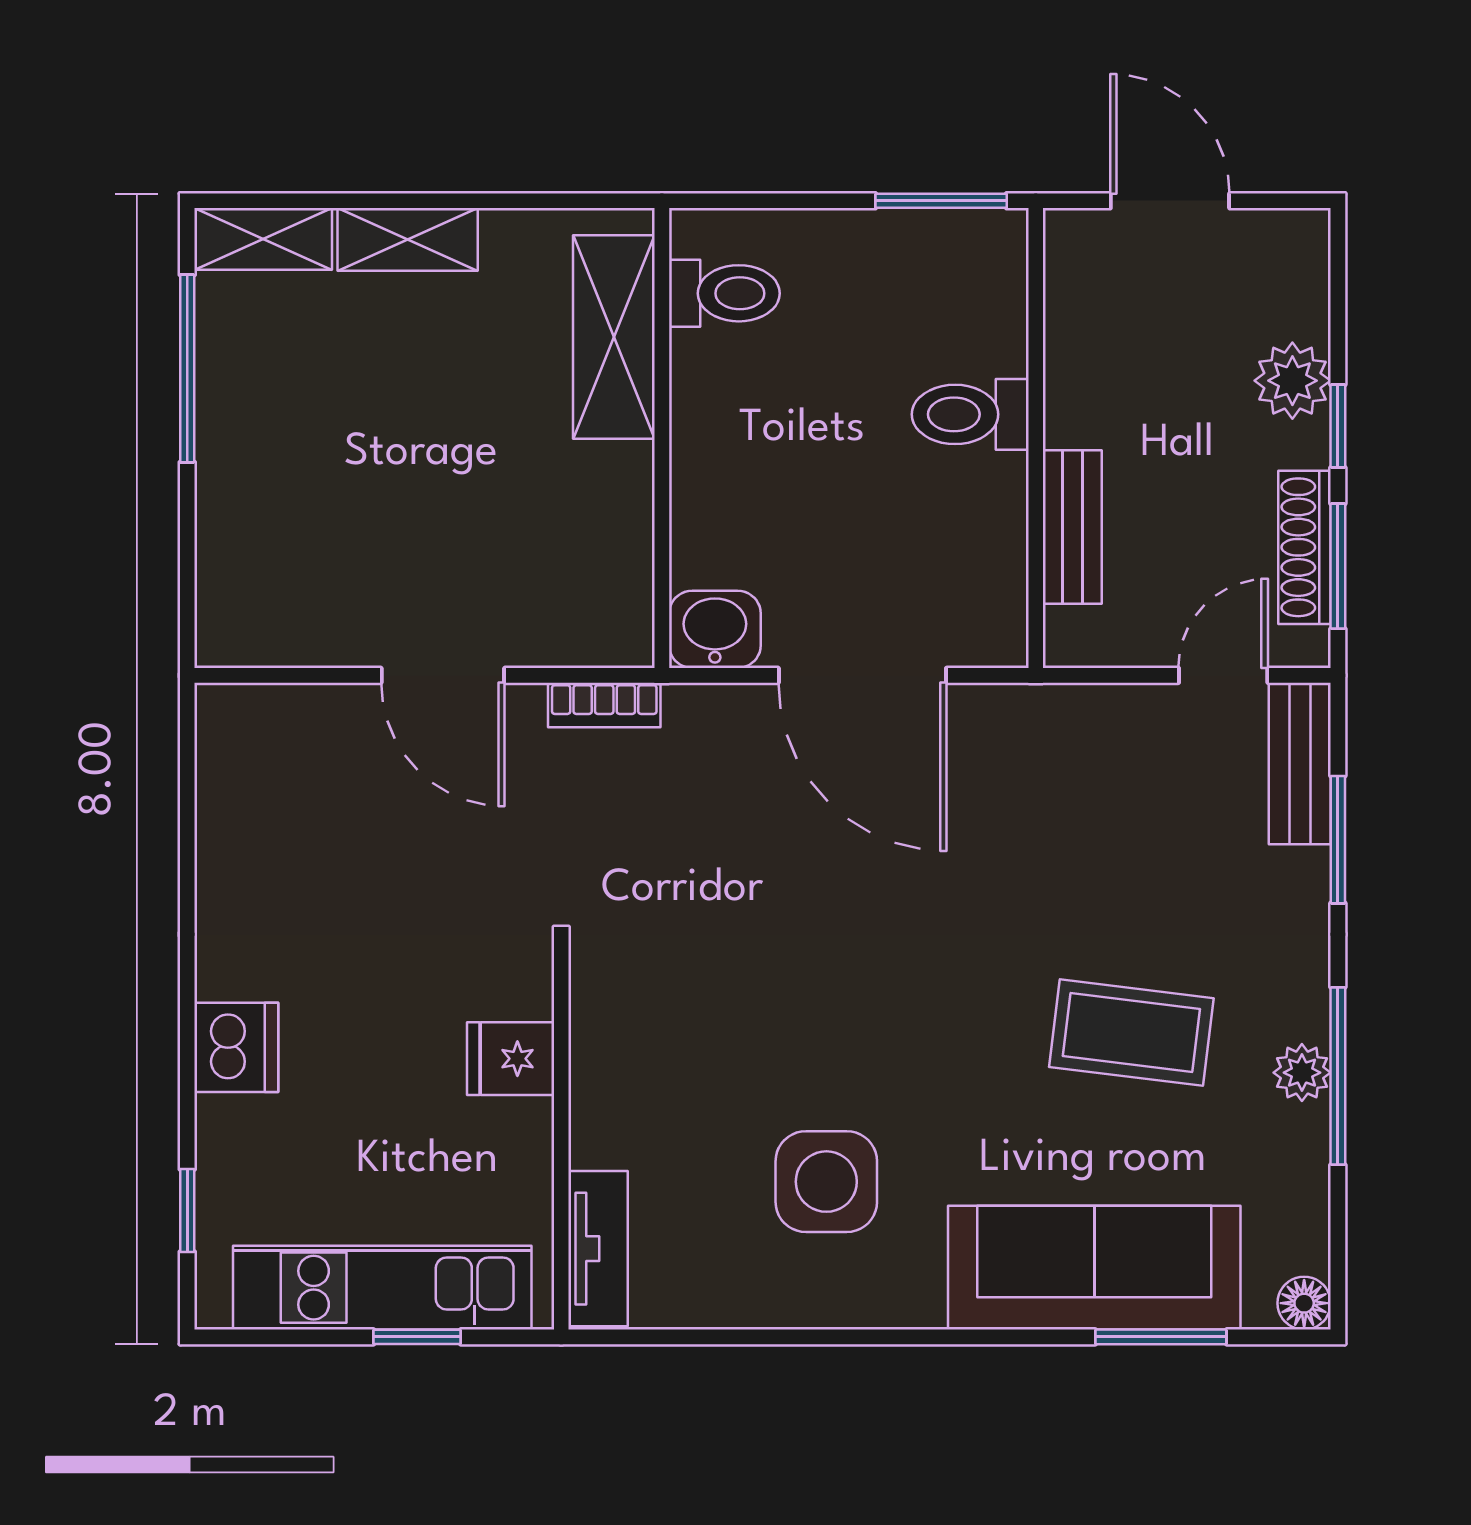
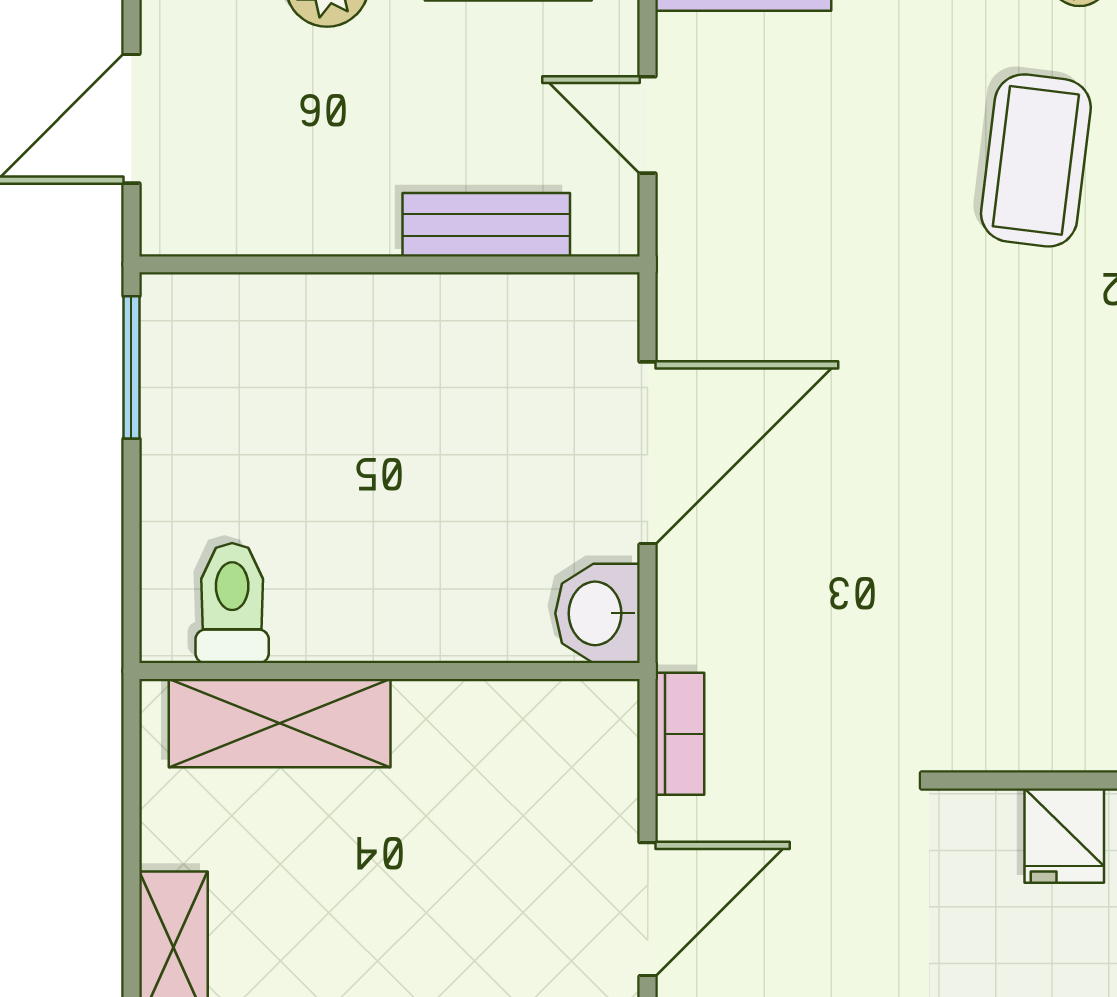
toilet: (970, 414) -> (364, 336), removed
door: (1223, 675) -> (648, 125), moved

